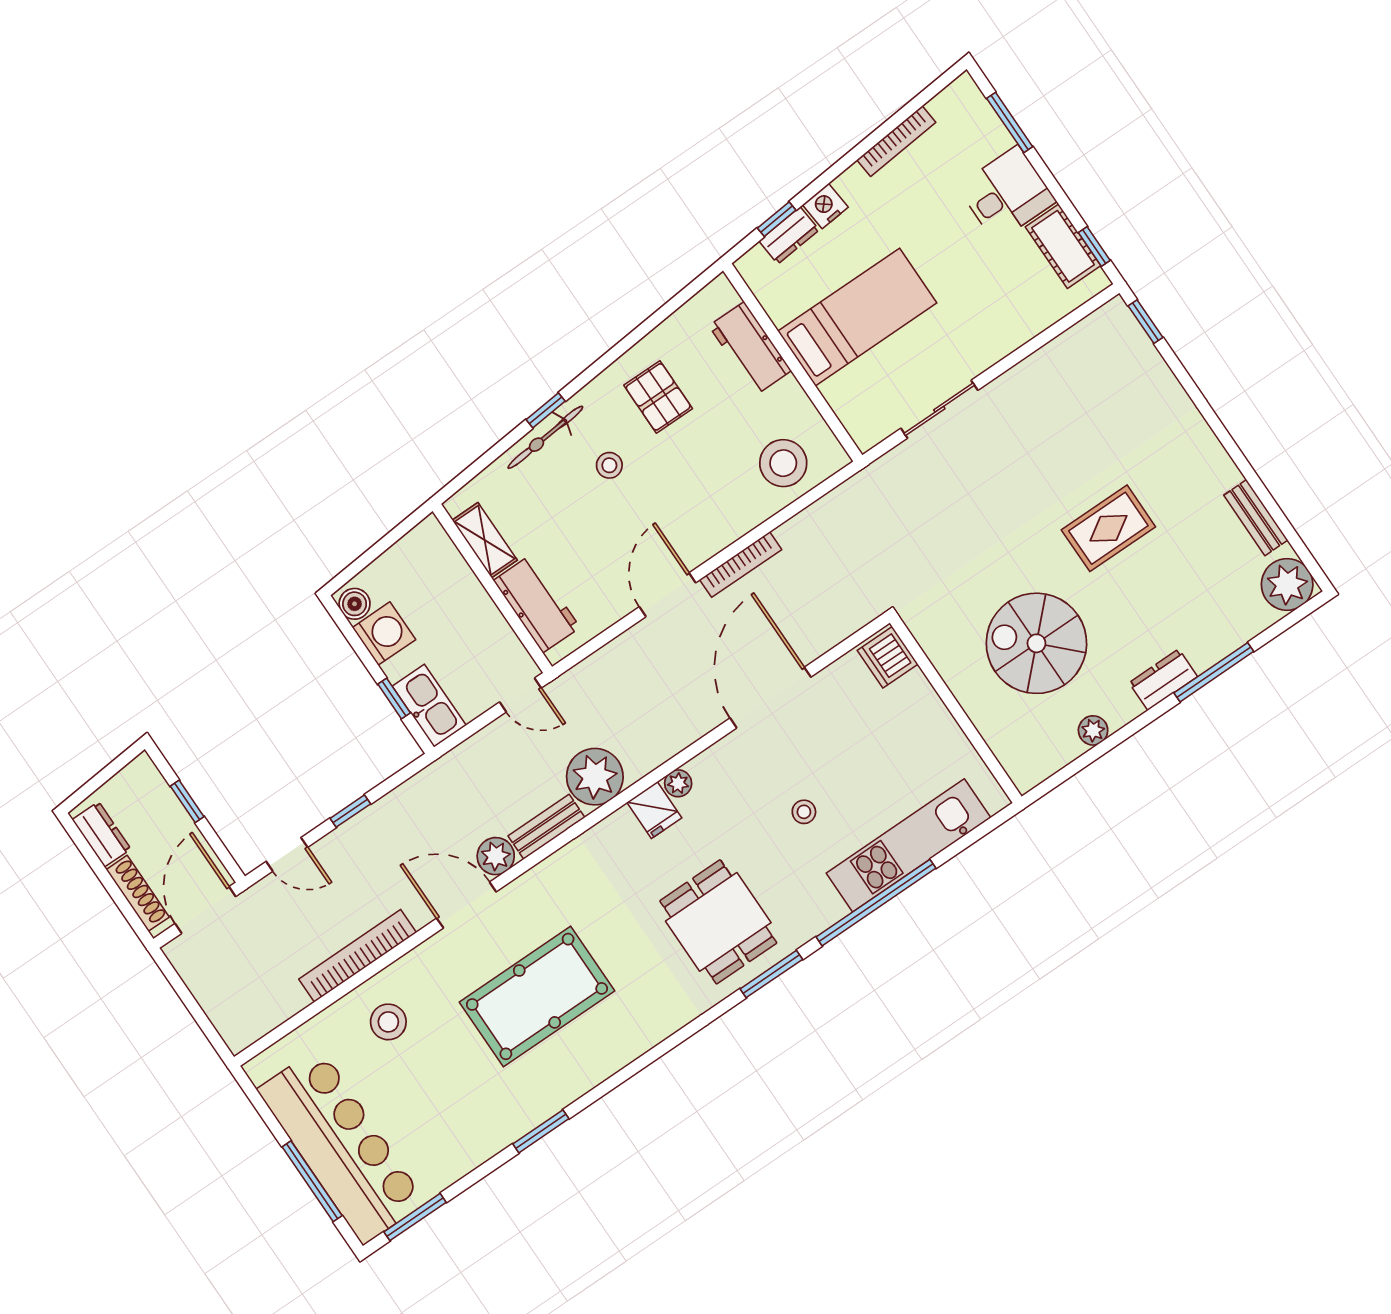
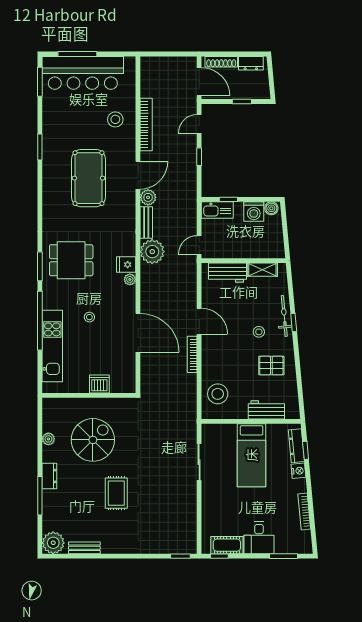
dresser: (789, 235) -> (296, 446), width x1.44
dishwasher: (888, 657) -> (99, 384), moved

